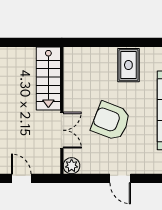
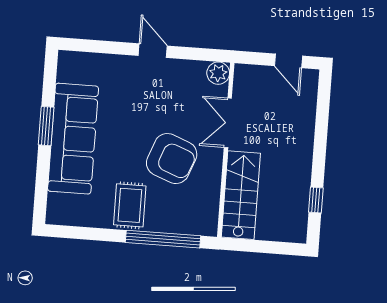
window: (102, 42) -> (163, 239), added
armchair: (111, 121) -> (172, 159), moved

